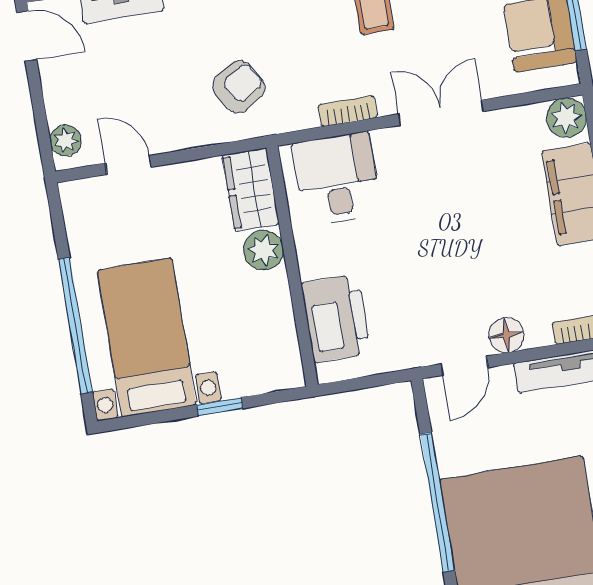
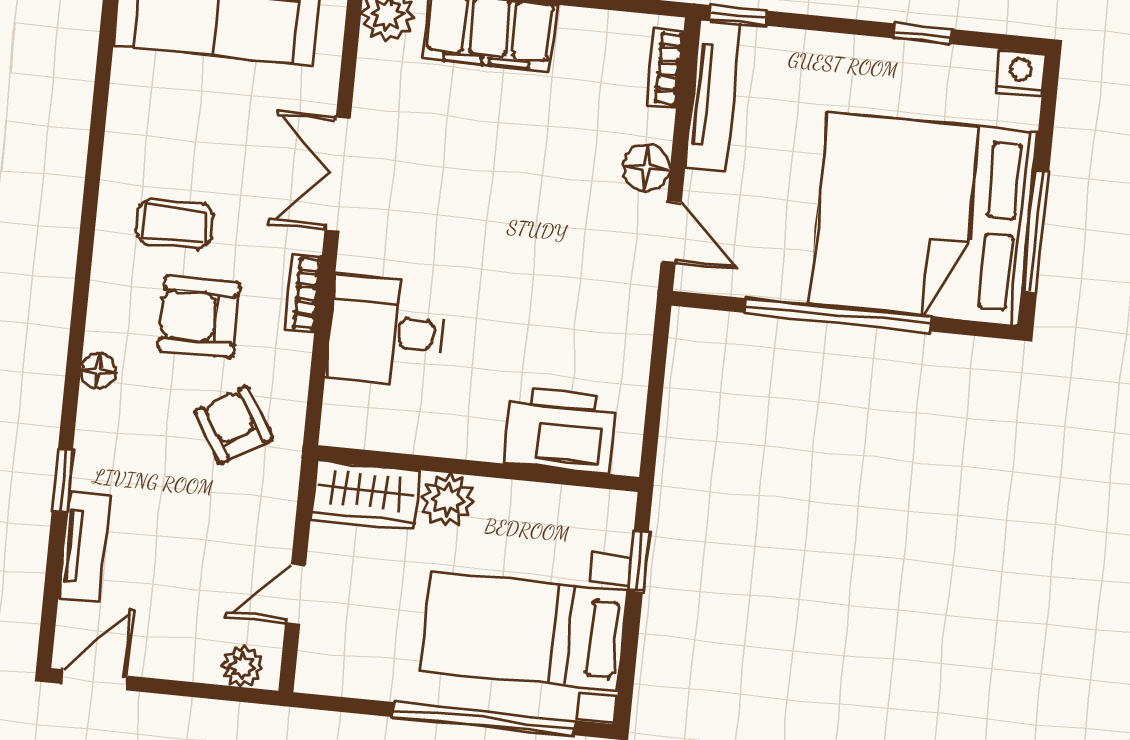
armchair: (310, 40) -> (199, 317), added
wardrobe: (251, 190) -> (365, 495), moved
plant: (263, 250) -> (447, 500), moved
wall: (292, 266) -> (478, 469), moved
printer: (336, 318) -> (560, 430), moved

